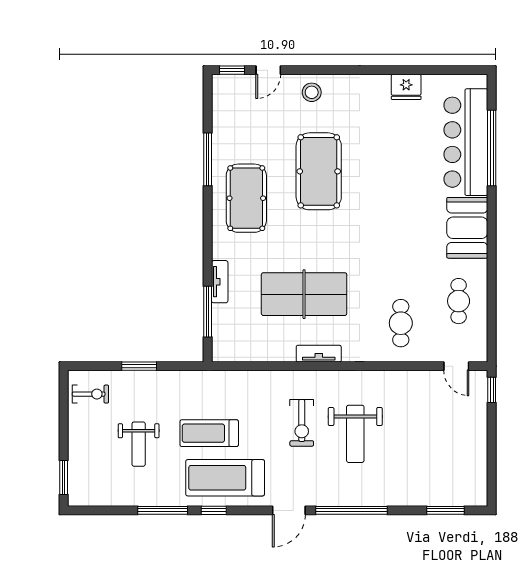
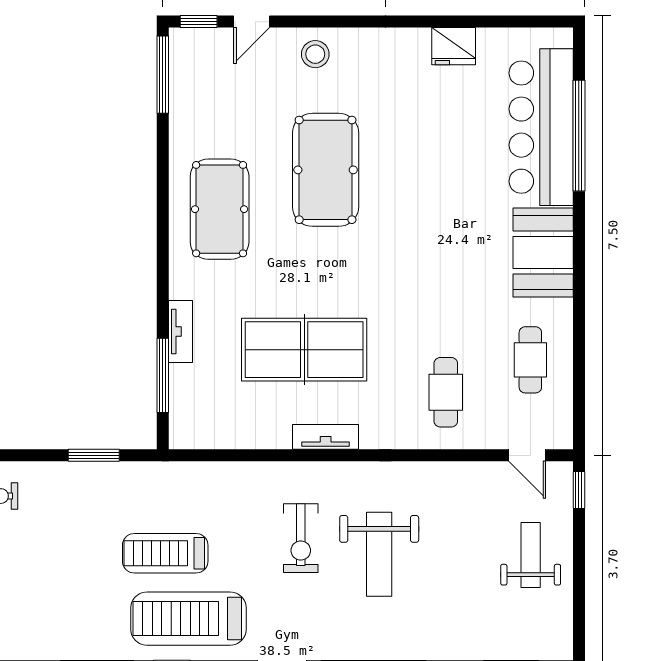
window: (208, 159) -> (163, 75), moved
window: (139, 366) -> (94, 455), moved
weight bench: (139, 444) -> (531, 555), moved, turned 180

